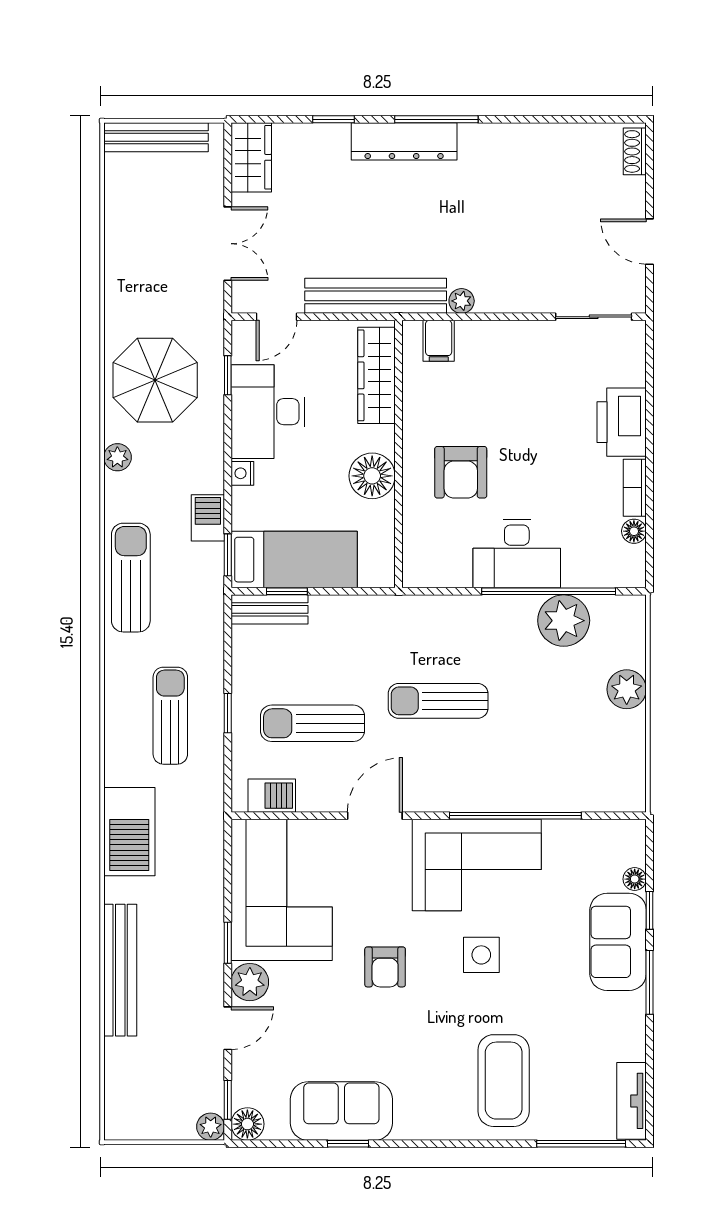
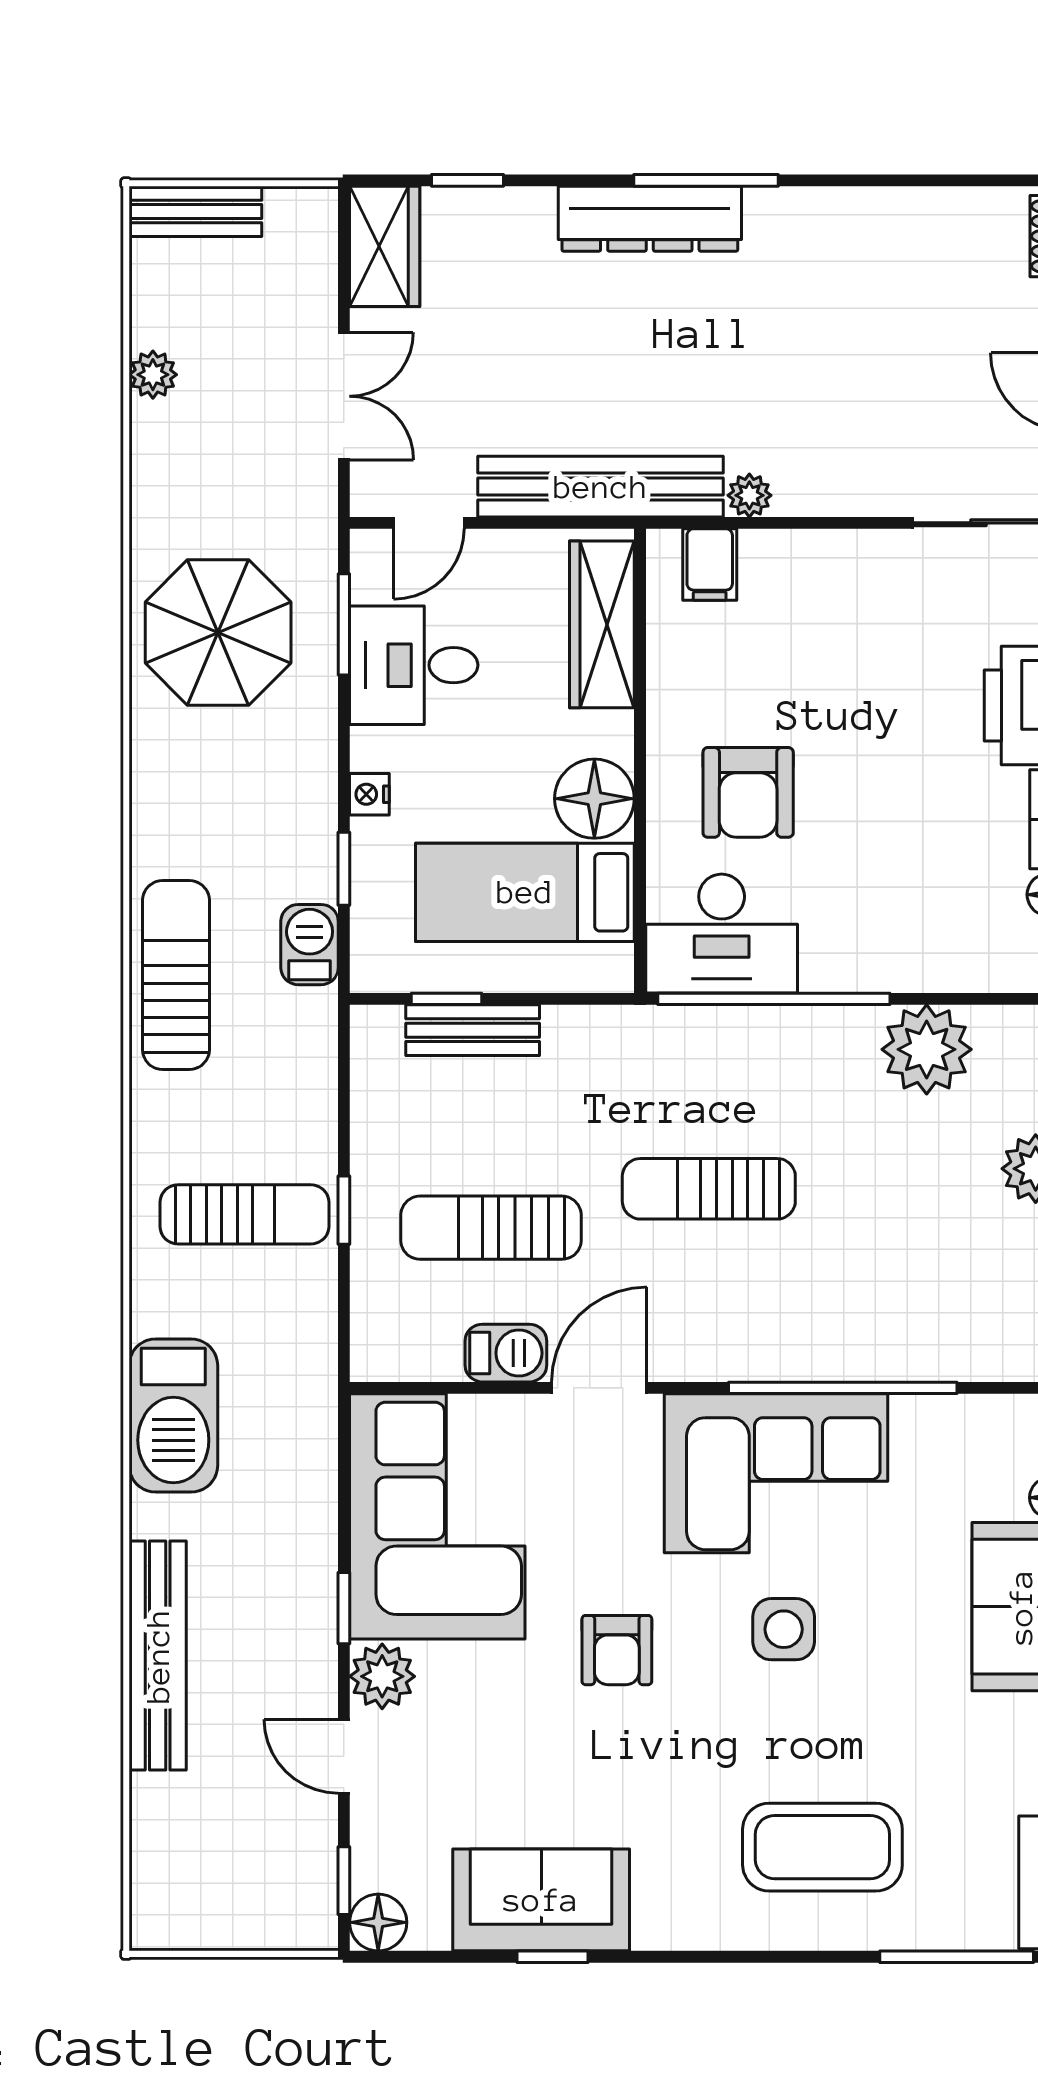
window: (333, 119) -> (467, 180), moved
bench: (156, 137) -> (195, 211), width x0.73
window: (228, 375) -> (344, 624), width x1.50
desk: (268, 412) -> (414, 665), width x0.73
plant: (117, 457) -> (153, 375), moved
barbecue: (208, 518) -> (310, 945), moved
desk: (517, 554) -> (722, 934), moved
window: (228, 555) -> (344, 869), moved
bed: (294, 560) -> (525, 892), moved, turned 180
window: (549, 591) -> (774, 999), moved
bench: (269, 609) -> (473, 1030), moved
sun lounger: (170, 716) -> (244, 1214), turned 90
barbecue: (272, 796) -> (506, 1353), moved
door: (228, 1028) -> (344, 1756), swing flipped
coffee table: (504, 1081) -> (822, 1847), turned 90
plant: (211, 1127) -> (314, 1927), removed

